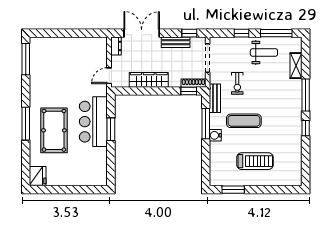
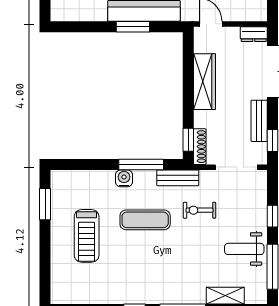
weight bench: (264, 52) -> (244, 249), turned 90
exercise mat: (244, 121) -> (145, 220), turned 90

